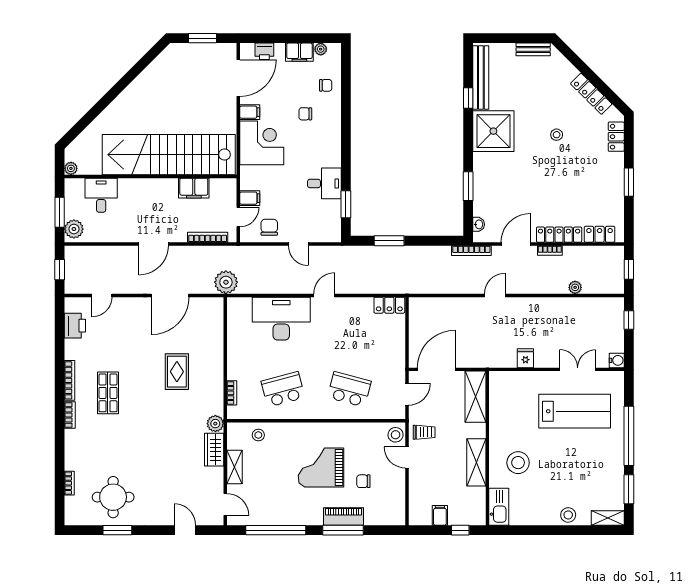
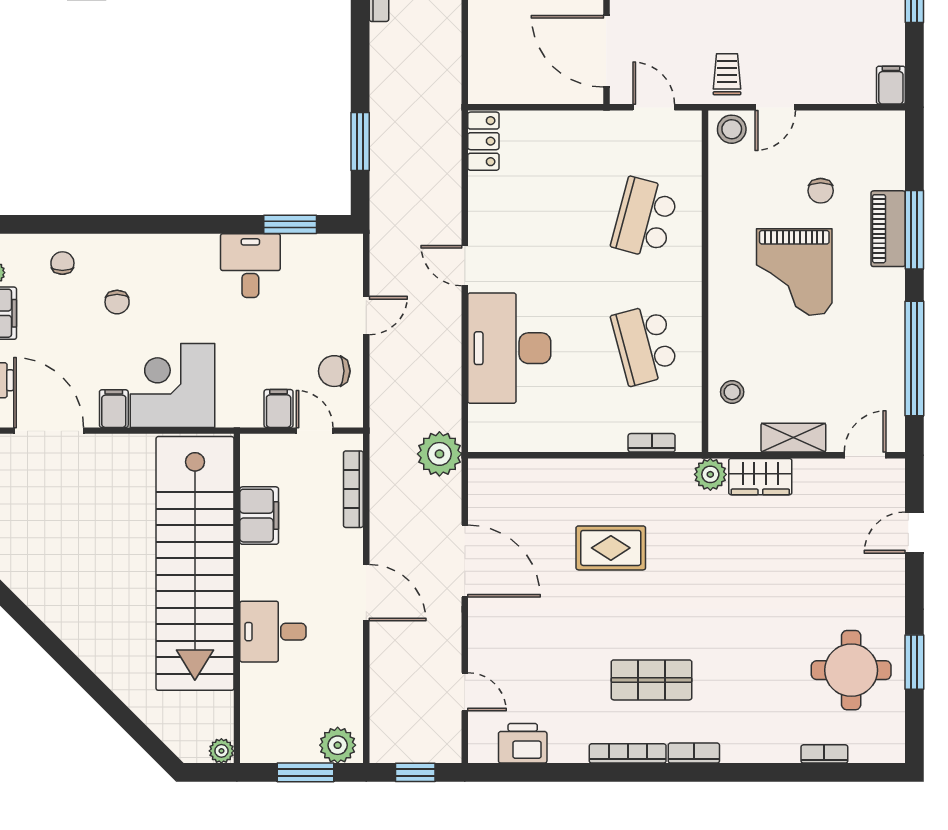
desk: (101, 195) -> (273, 632), moved
filing cabinet: (440, 515) -> (891, 85), moved, turned 90

